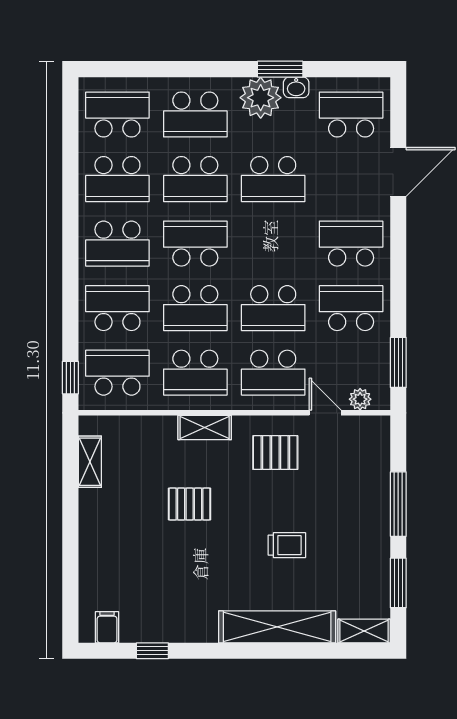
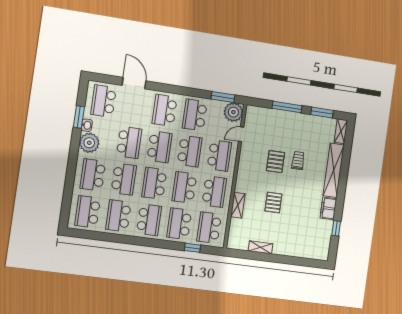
window: (280, 69) -> (79, 117), moved
school desk: (195, 115) -> (93, 175), turned 180
school desk: (117, 179) -> (118, 216), turned 180
school desk: (273, 244) -> (159, 147), added
school desk: (195, 308) -> (184, 187), turned 180
window: (70, 378) -> (192, 248), moved
plant: (360, 399) -> (233, 112), width x1.88, depth x1.88
shelving: (205, 427) -> (238, 205), moved
pallet: (275, 453) -> (276, 162), moved
shelving: (90, 462) -> (261, 247), moved
filing cabinet: (107, 627) -> (328, 208), moved, width x2.00

